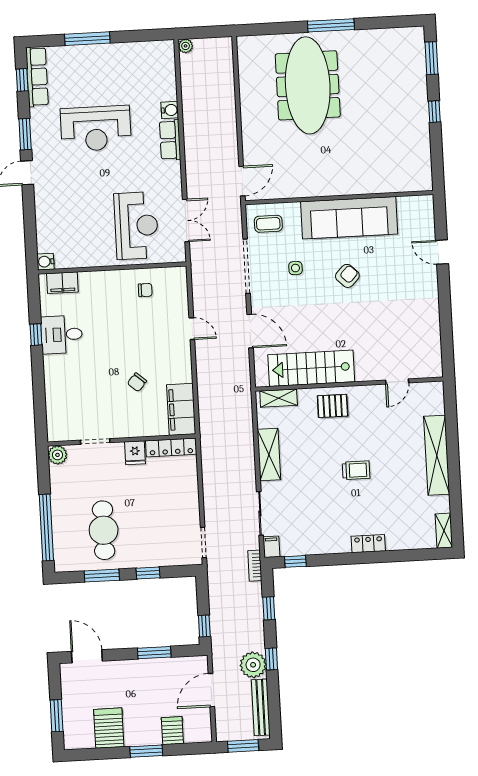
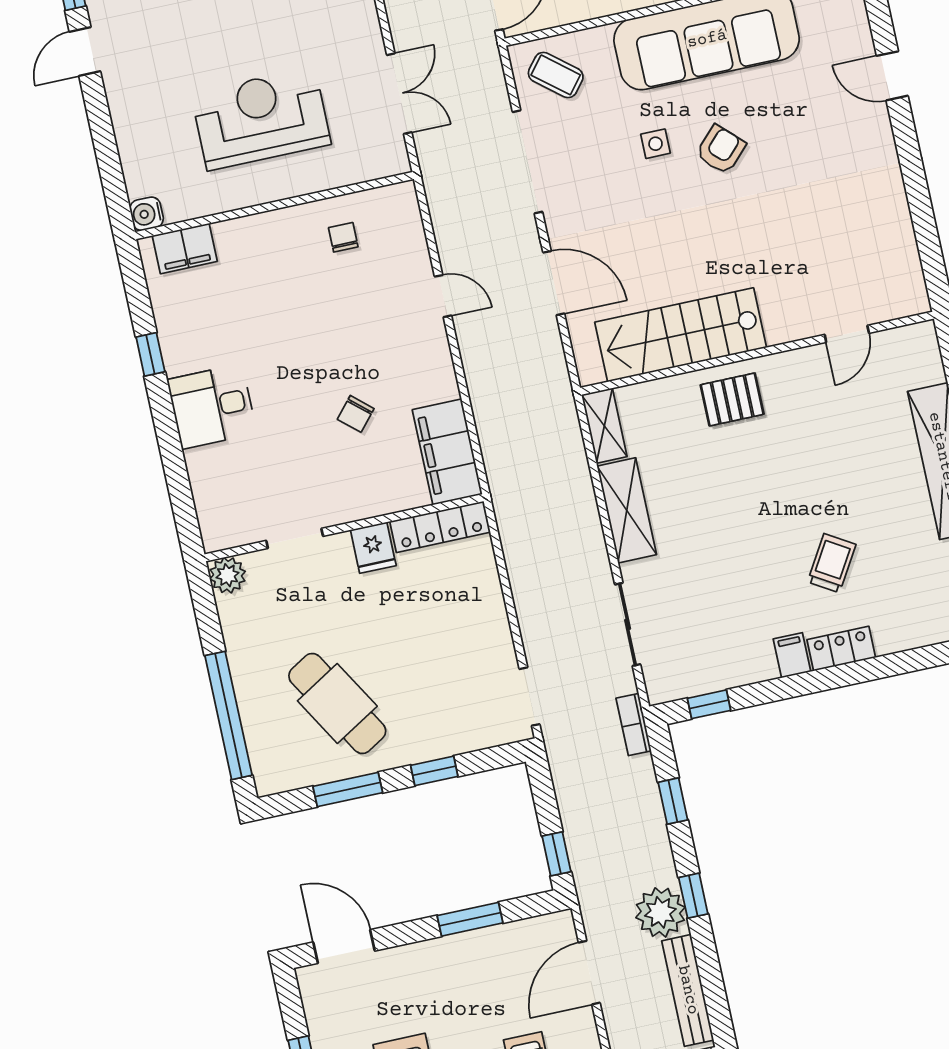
coffee table: (268, 224) -> (556, 75), turned 39
reception desk: (136, 226) -> (261, 119), moved, turned -90
side table: (295, 268) -> (656, 144), moved
chair: (145, 290) -> (343, 237), turned -90
desk: (62, 335) -> (212, 407), moved
shelving: (279, 398) -> (604, 426), moved, turned 90
trolley: (356, 470) -> (832, 563), moved, turned -59
cafe table: (104, 530) -> (337, 703), turned -31
filing cabinet: (271, 547) -> (792, 655), moved

